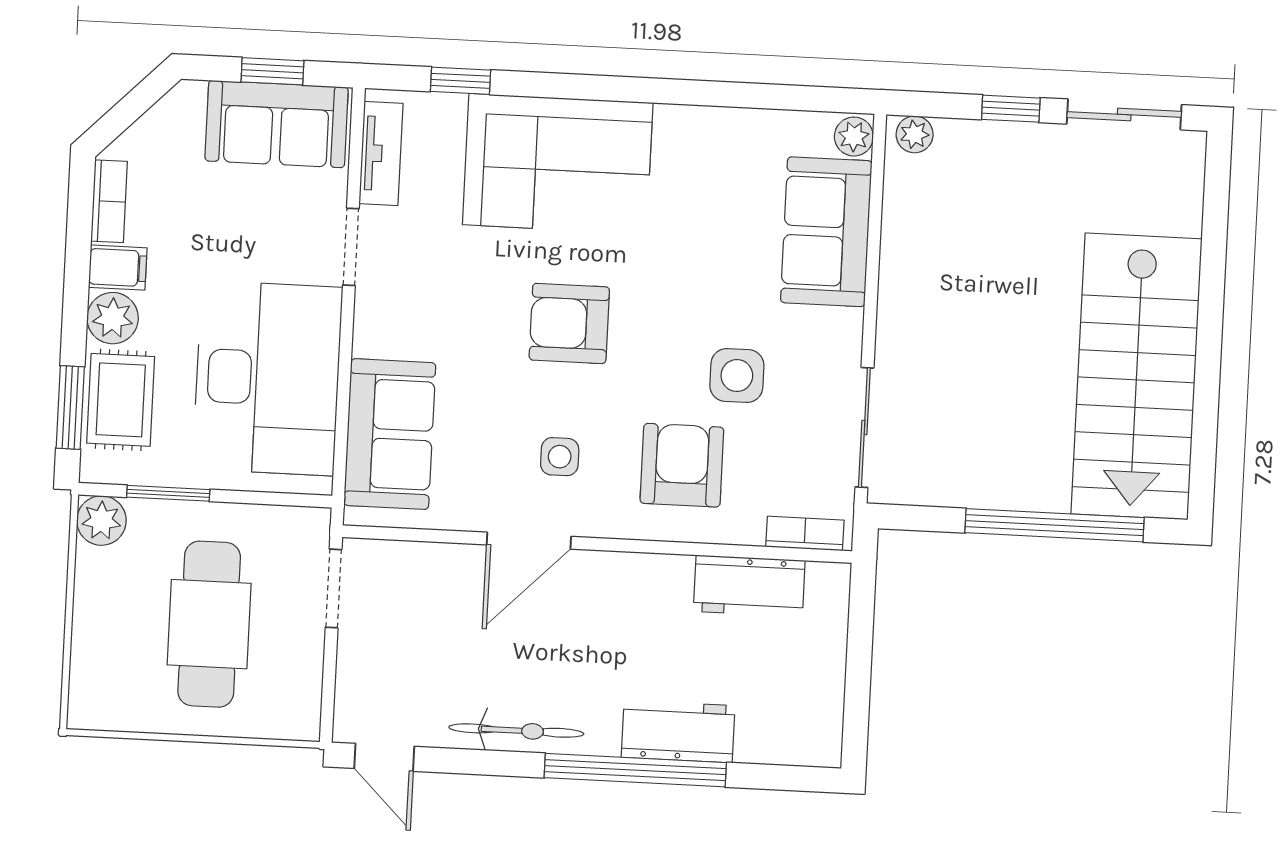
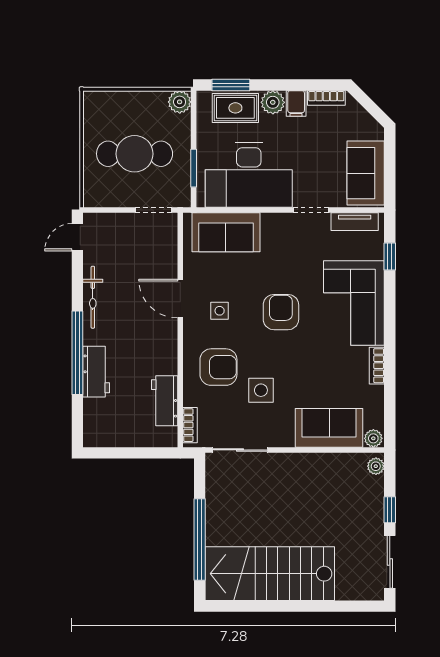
window: (272, 71) -> (390, 170), removed
bookcase: (696, 121) -> (377, 366), added
window: (168, 493) -> (194, 168), moved

